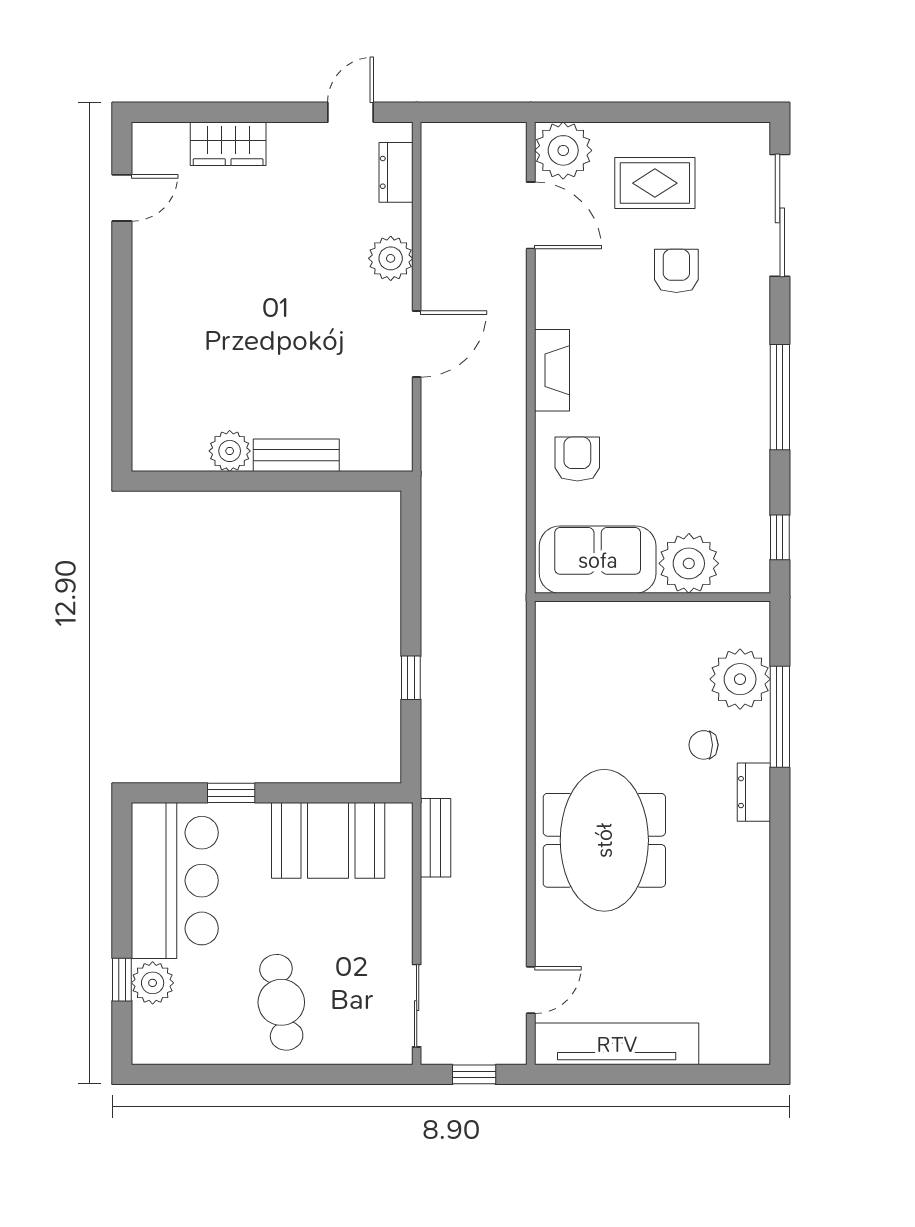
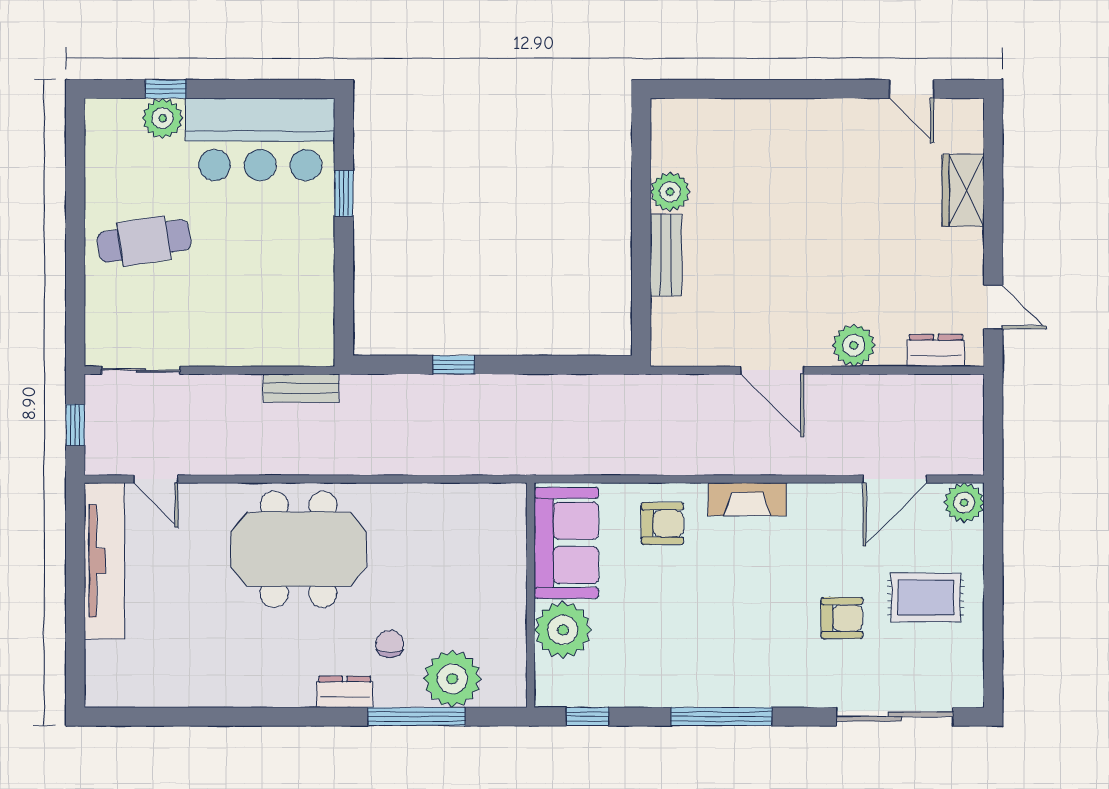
plant: (563, 150) -> (964, 503), width x0.73, depth x0.73
rug: (655, 183) -> (926, 597), turned 90
booth: (328, 840) -> (298, 286), removed

